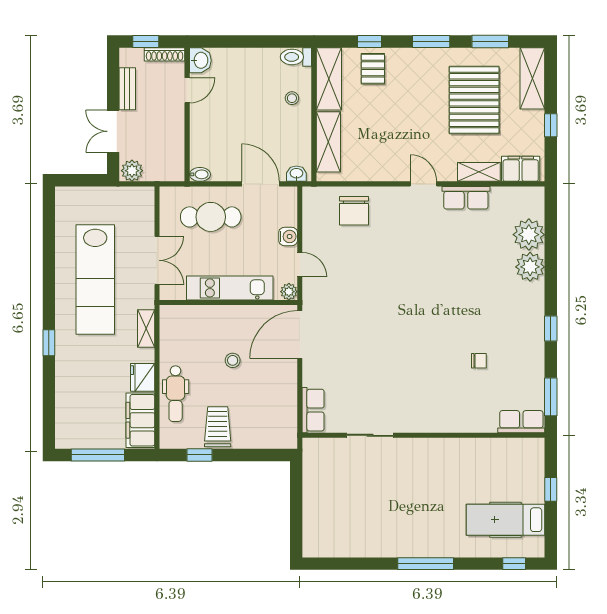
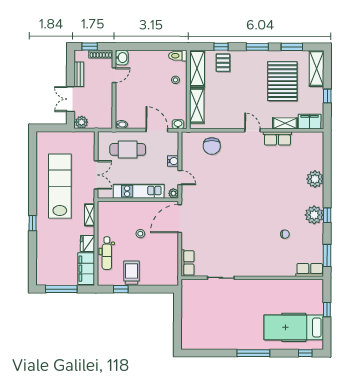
plant: (529, 235) -> (314, 215), moved
lab bench: (95, 280) -> (60, 186), turned 180
hospital bed: (506, 520) -> (294, 327), width x1.37, depth x1.29

